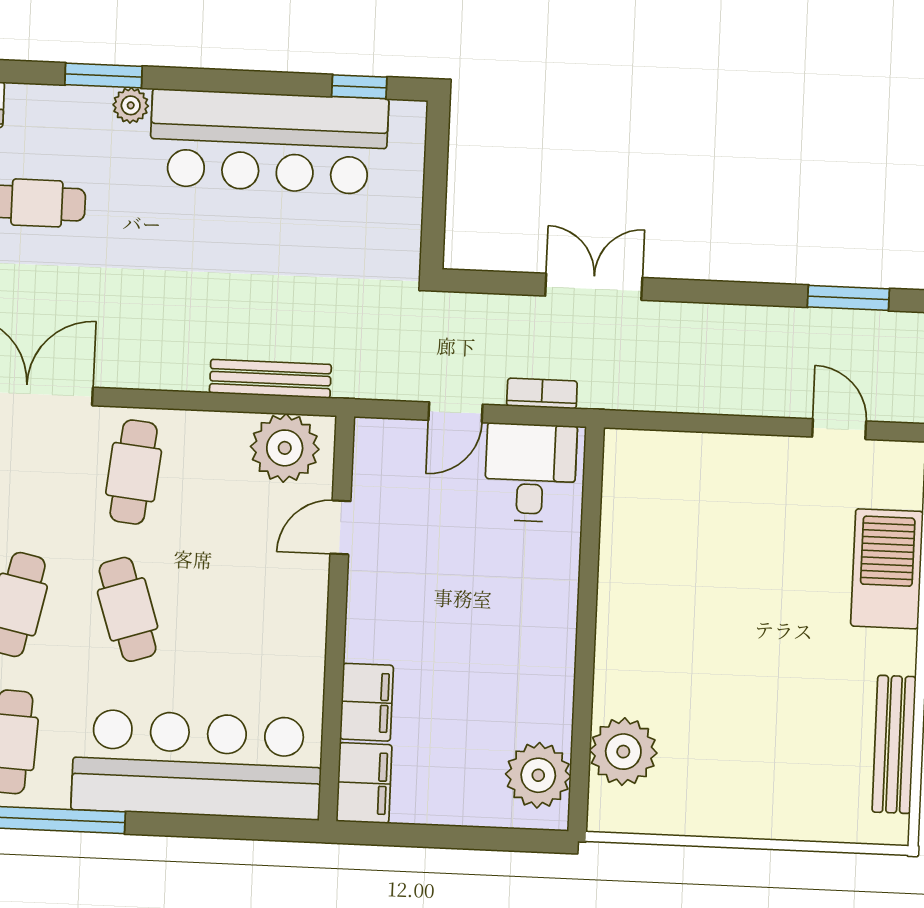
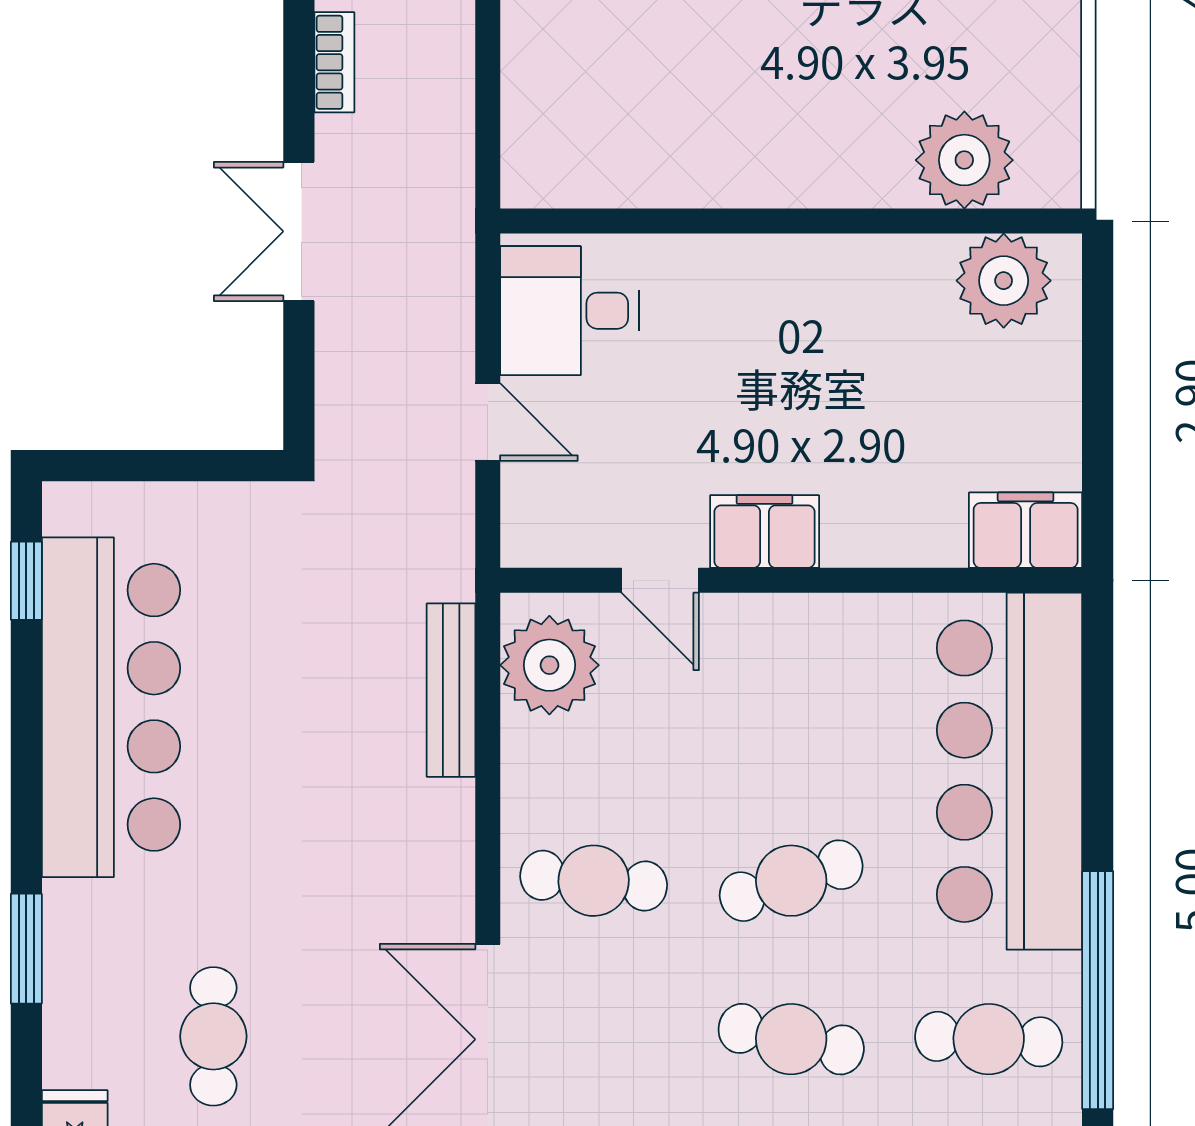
plant: (131, 105) -> (67, 908), removed
bookcase: (542, 393) -> (334, 62), moved, turned 180
filing cabinet: (367, 702) -> (765, 532), moved

